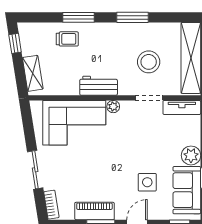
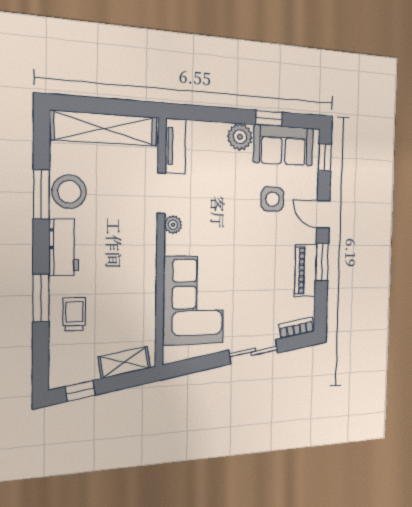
window: (133, 17) -> (41, 194), moved
stool: (149, 62) -> (69, 192), moved
workbench: (99, 86) -> (64, 247), moved, turned 180
plant: (113, 107) -> (173, 225), moved

